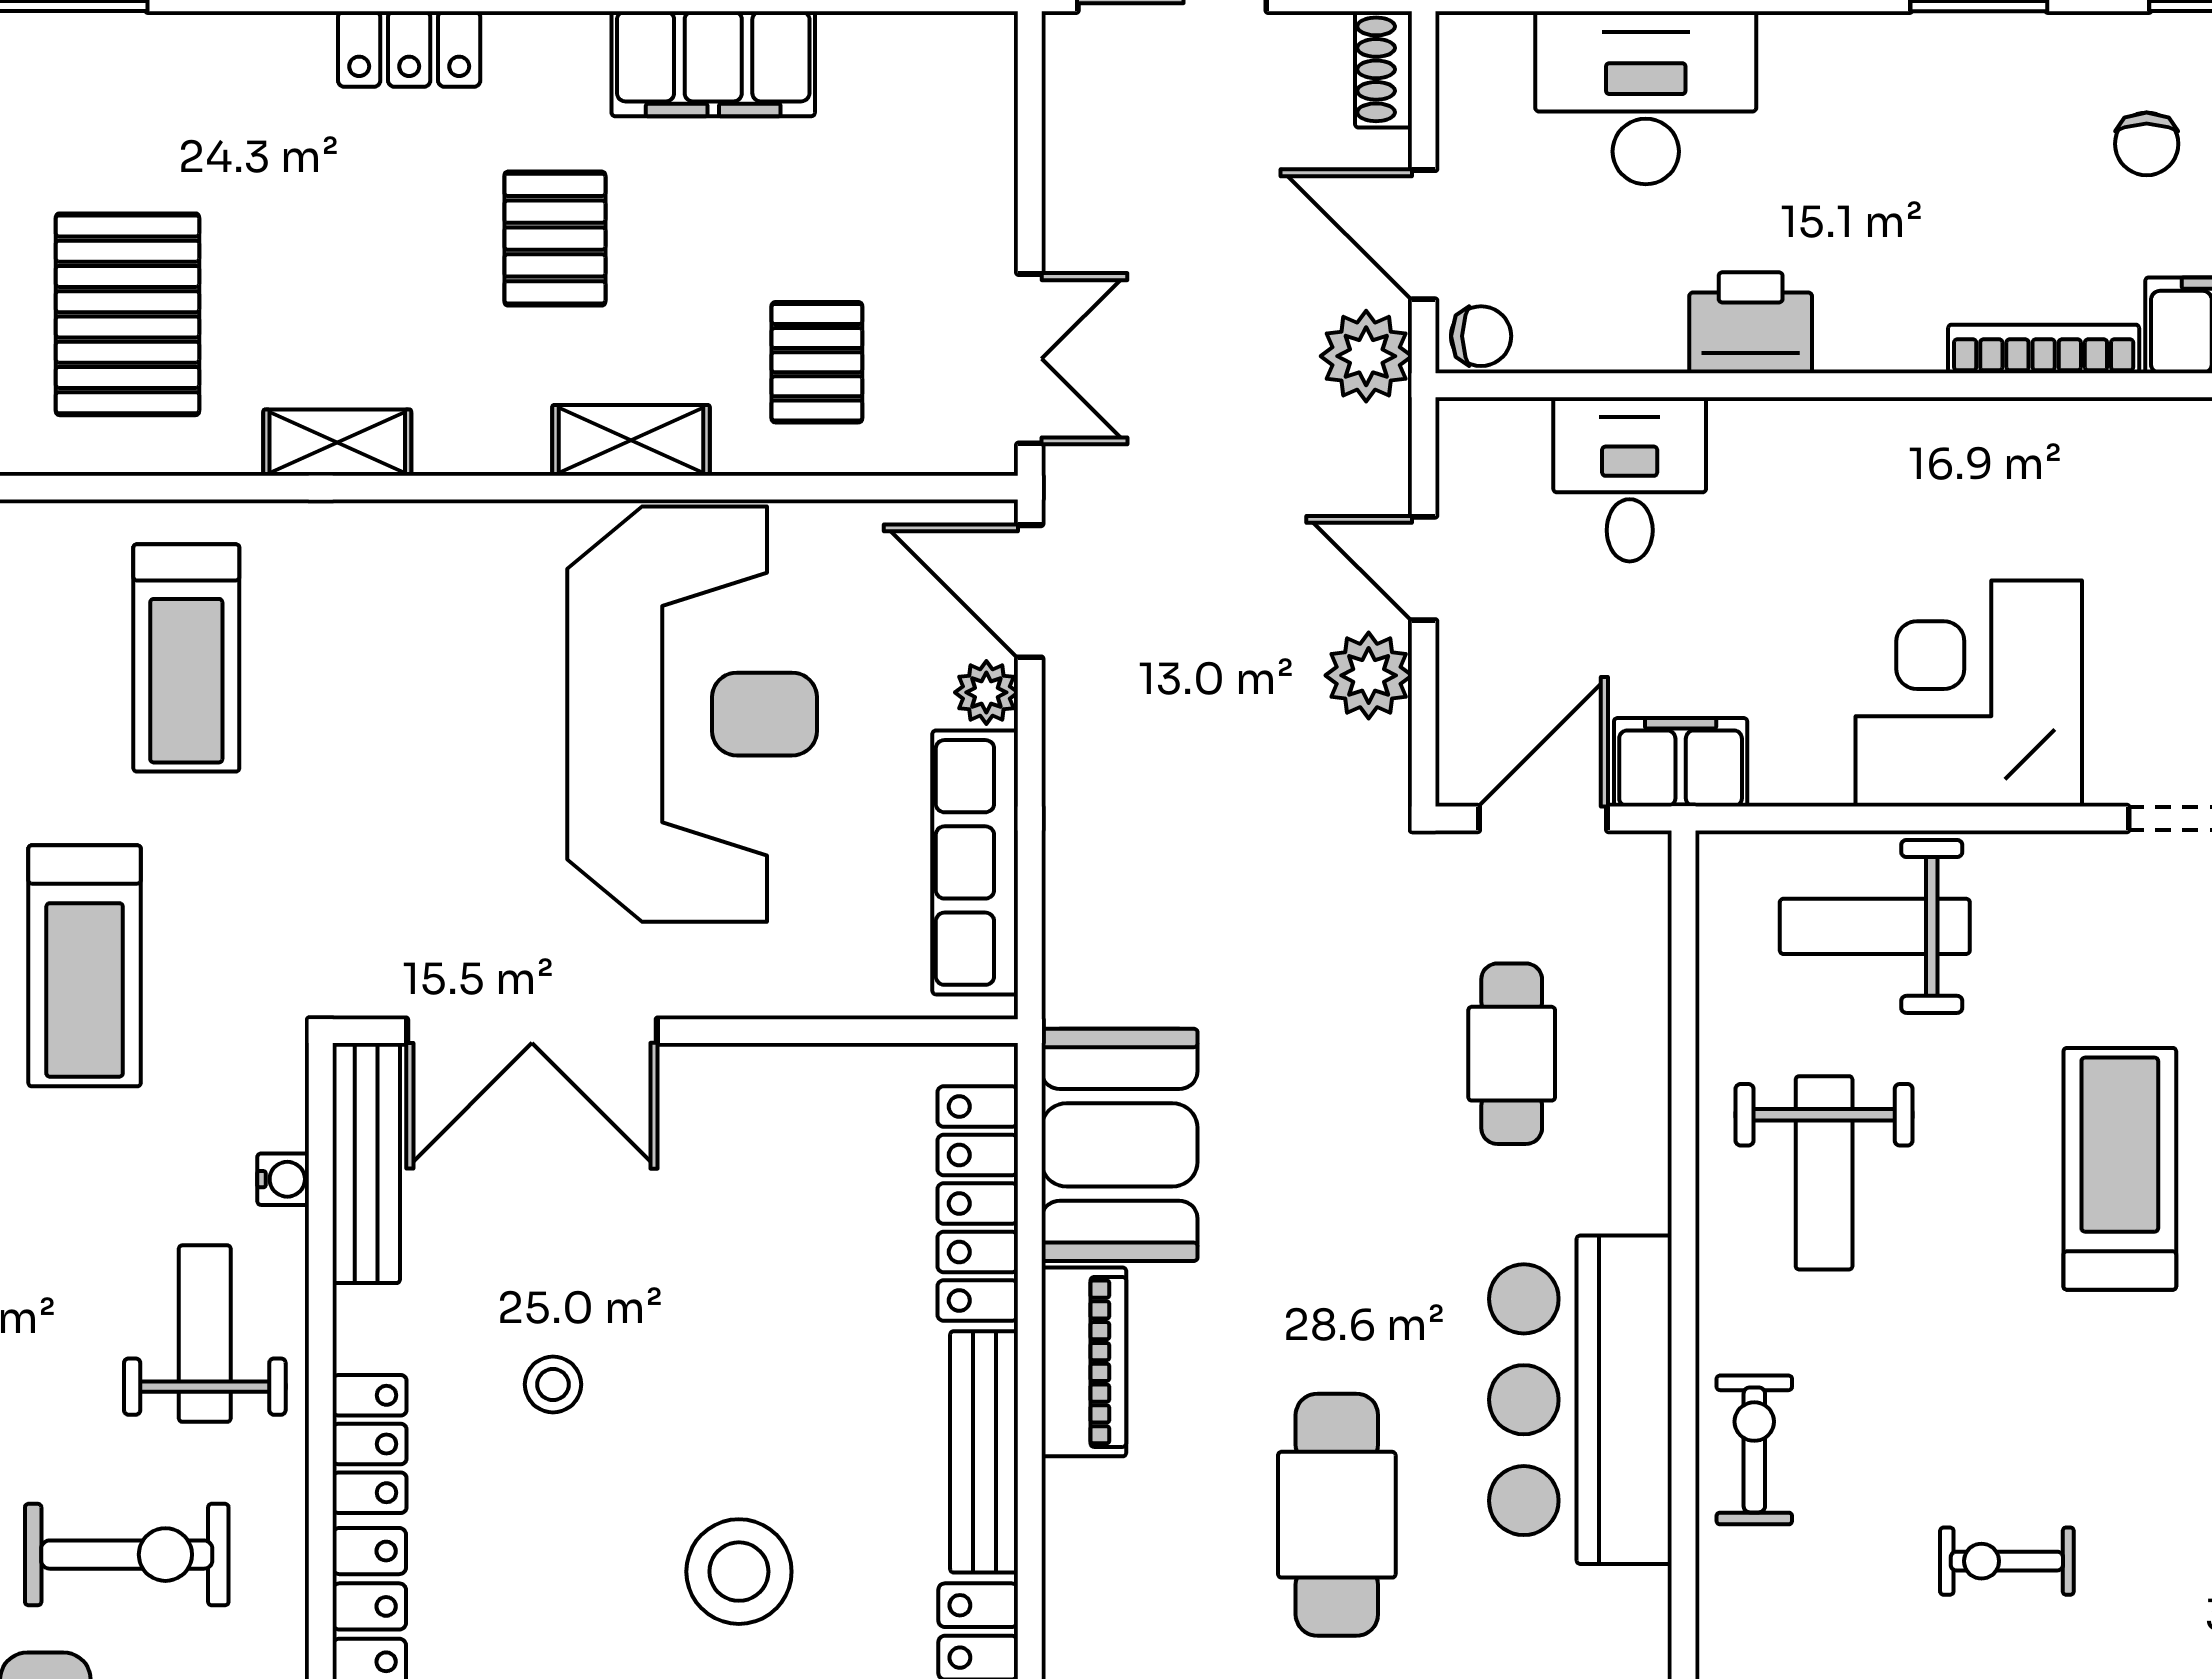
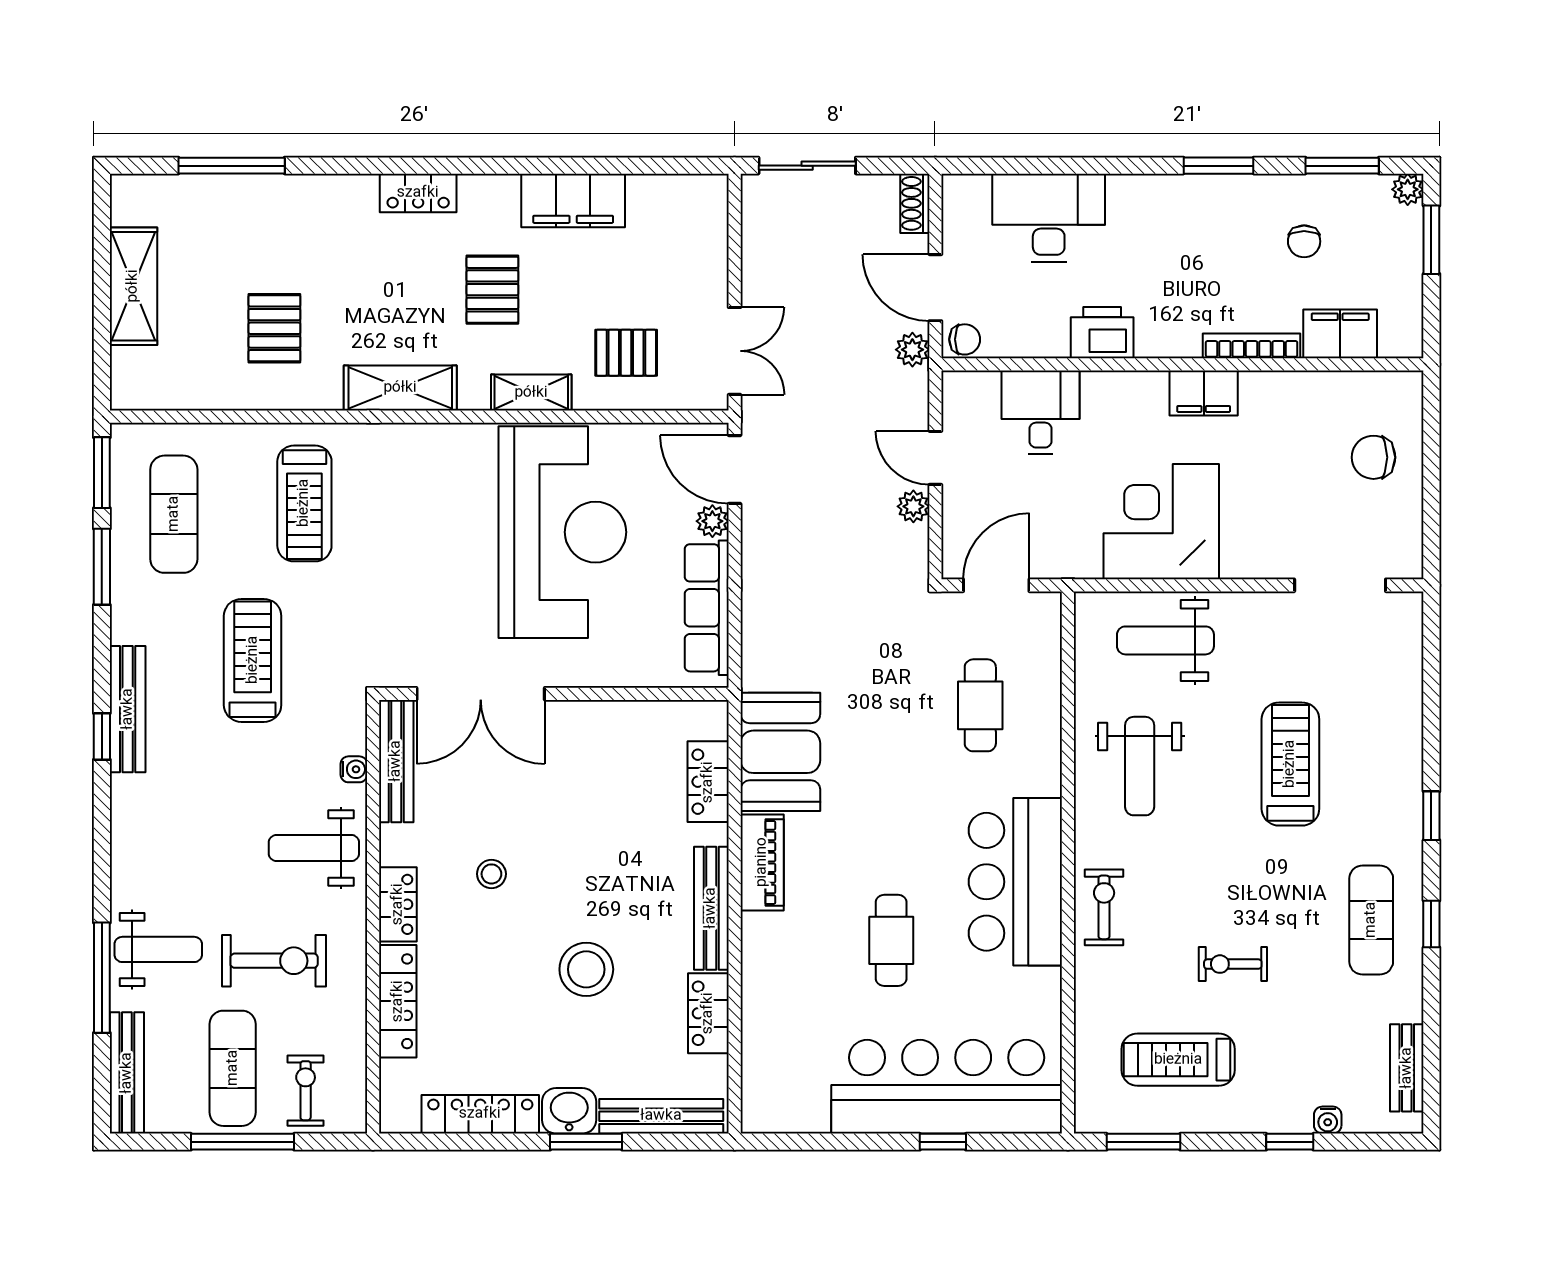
pallet: (127, 314) -> (274, 328), width x0.67, depth x0.71
plant: (1366, 356) -> (912, 350), width x0.73, depth x0.73
pallet: (817, 362) -> (626, 353), turned 90
shelving: (337, 443) -> (400, 388), width x1.50, depth x1.33
plant: (1369, 675) -> (913, 506), width x0.73, depth x0.73
corner desk: (1969, 694) -> (1161, 522), moved
filing cabinet: (1681, 762) -> (1204, 393), moved, turned 180
treadmill: (85, 966) -> (253, 660), turned 180
locker: (978, 1204) -> (708, 782), width x0.66
weight bench: (205, 1334) -> (314, 848), turned -90
cafe table: (1337, 1515) -> (891, 940), width x0.73, depth x0.74

